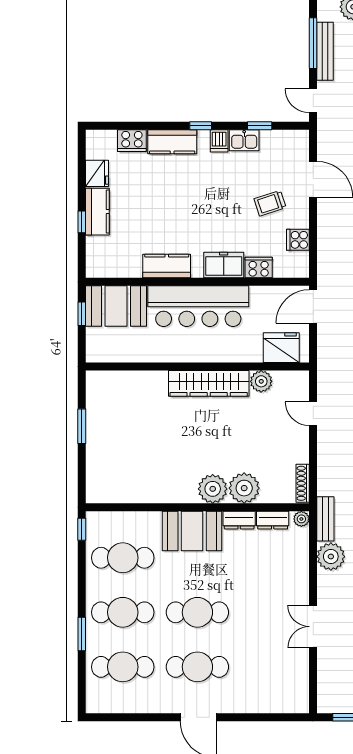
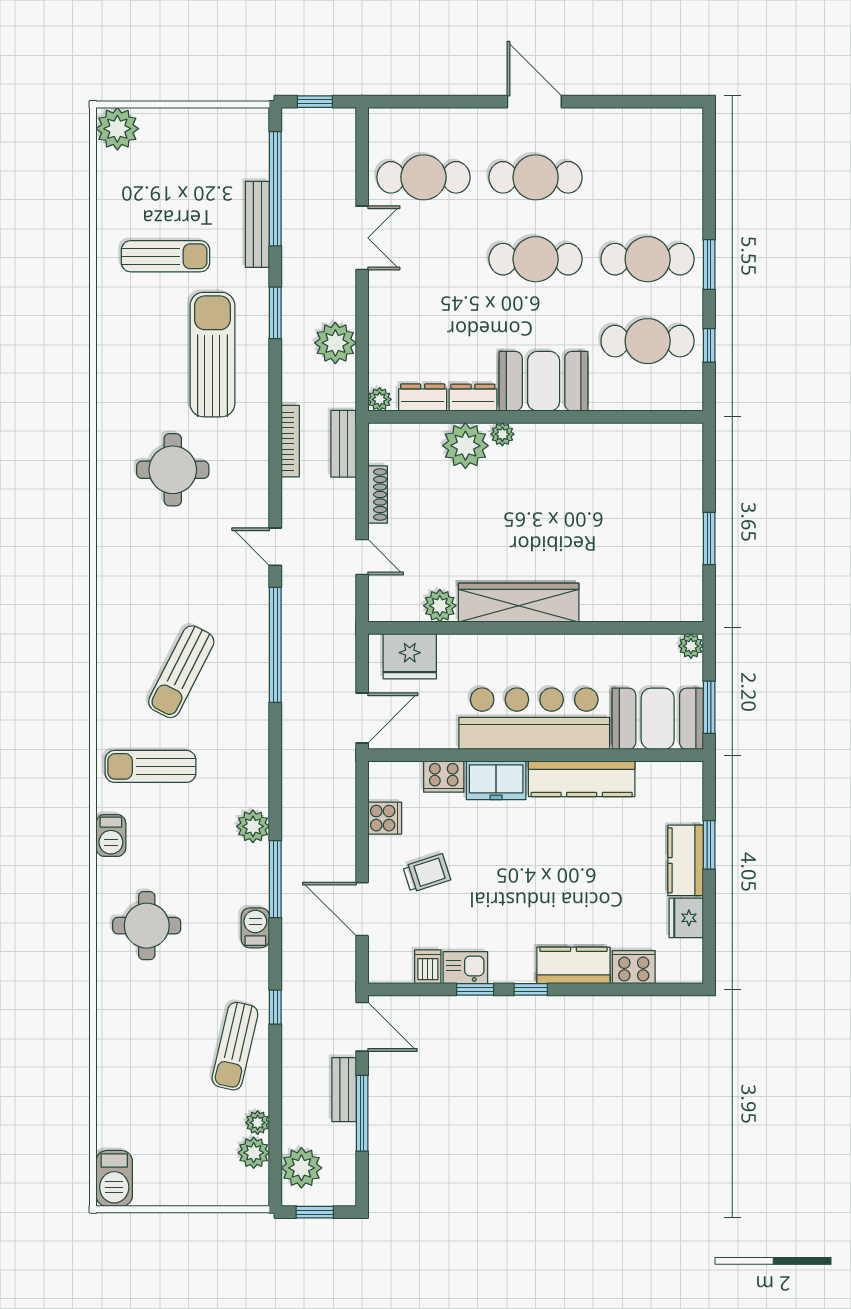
bench: (325, 51) -> (344, 1090), width x0.73
door: (313, 101) -> (362, 1027), width x1.37
window: (260, 126) -> (475, 989), moved
dishwasher: (219, 141) -> (428, 967), moved
window: (82, 222) -> (709, 845), width x1.50
kitchen counter: (167, 266) -> (582, 779), width x1.50
window: (82, 314) -> (709, 707), width x1.50
plant: (94, 354) -> (691, 646), added
shoe rack: (303, 483) -> (378, 494), moved
plant: (213, 489) -> (502, 434), width x0.53, depth x0.53
bench: (325, 519) -> (344, 444), moved
window: (82, 529) -> (709, 345), moved
window: (82, 634) -> (709, 265), moved
cafe table: (123, 667) -> (424, 177), moved

